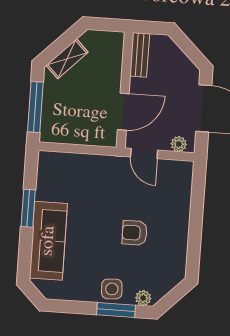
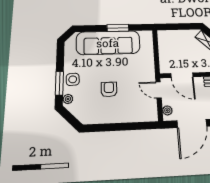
window: (35, 107) -> (177, 27), removed
door: (144, 154) -> (159, 90), hinge flipped
sofa: (48, 241) -> (108, 43), width x1.36, depth x1.27

